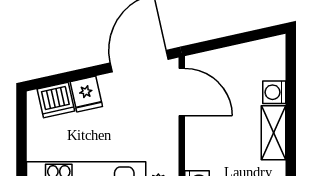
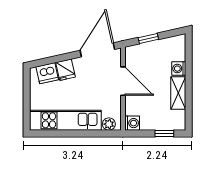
window: (224, 42) -> (148, 38), added
door: (182, 92) -> (123, 81), moved

